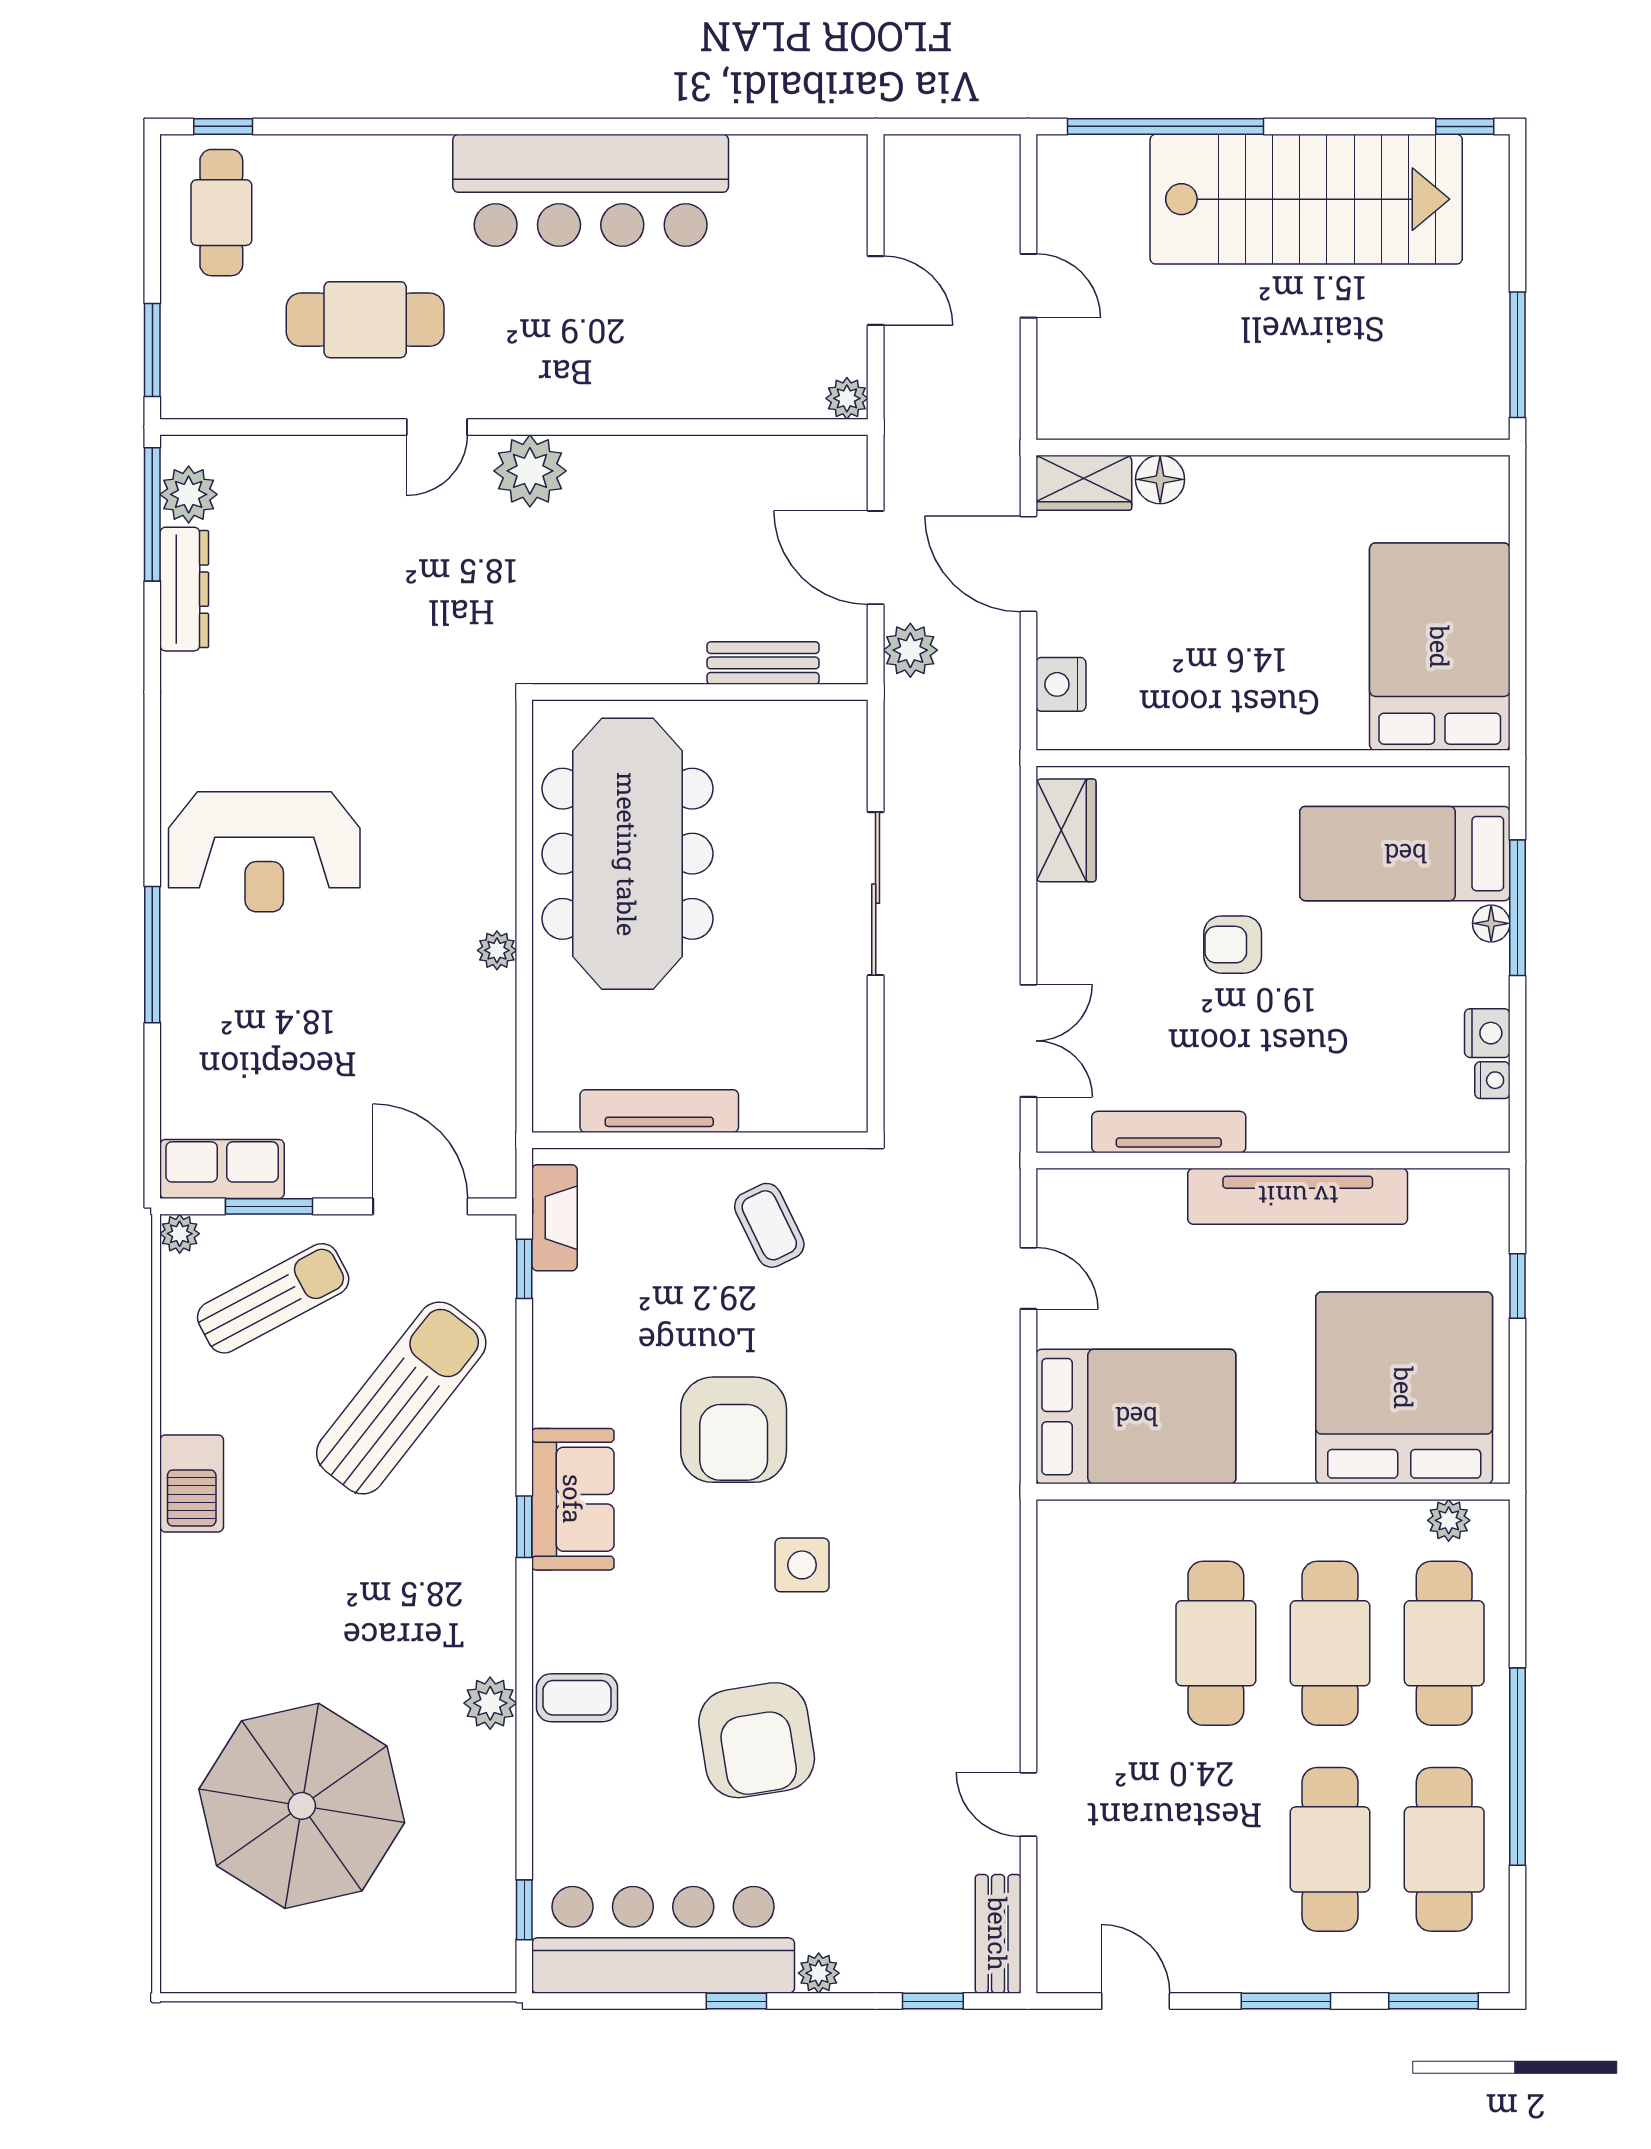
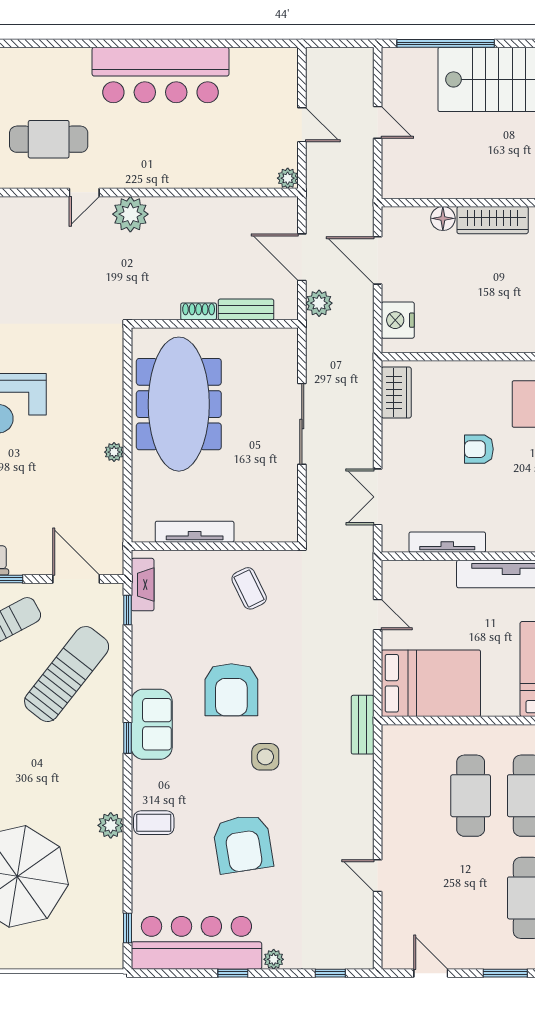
wardrobe: (1084, 483) -> (493, 220), moved, width x1.50
shoe rack: (667, 667) -> (199, 311), added
nightstand: (1061, 684) -> (398, 320), width x1.36, depth x1.33
double door: (1028, 1041) -> (378, 497), swing flipped
bench: (998, 1934) -> (363, 725), moved

